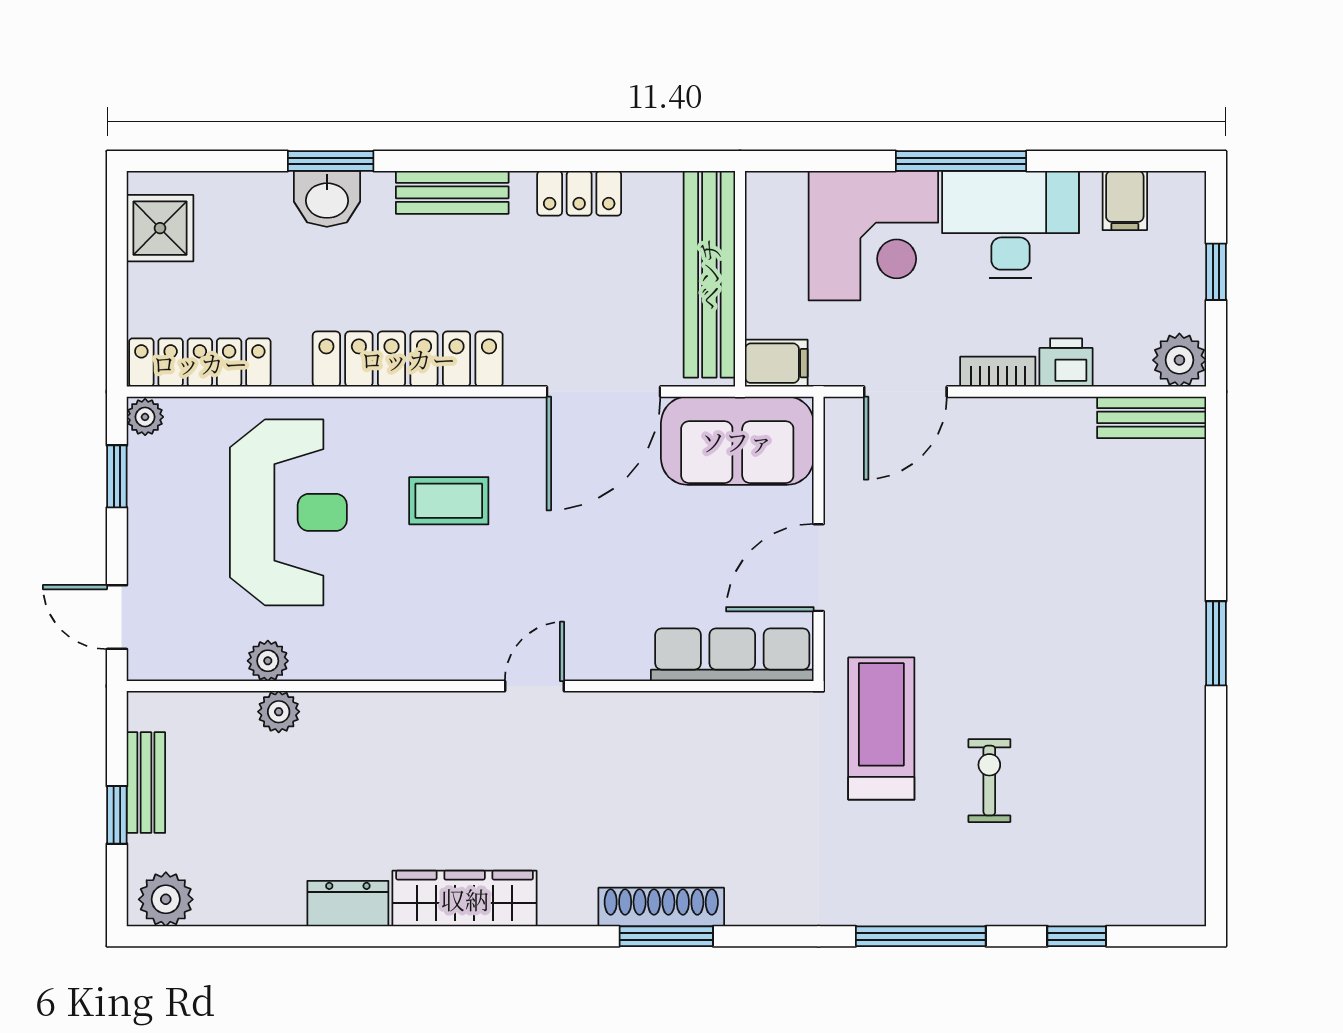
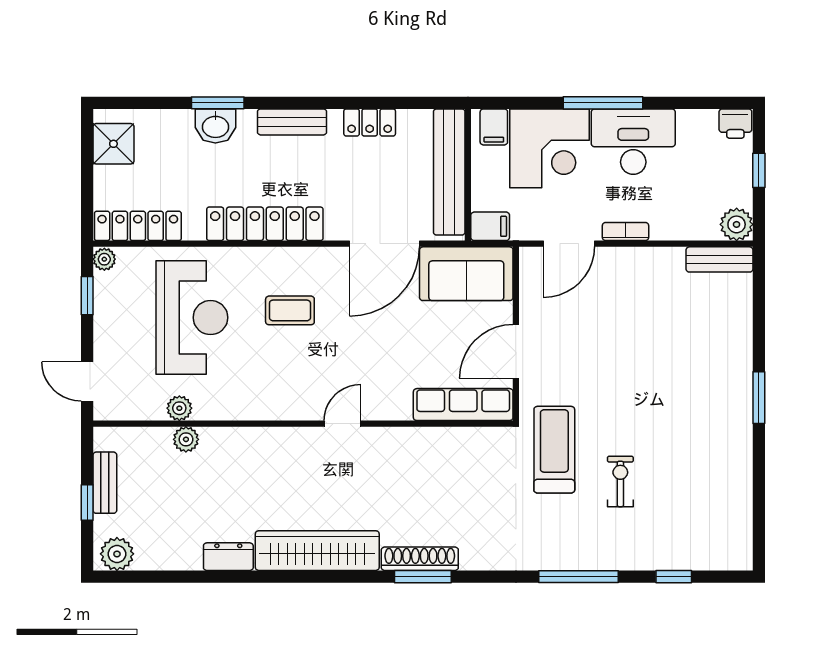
filing cabinet: (1125, 201) -> (494, 127), moved
printer: (1066, 363) -> (735, 124), moved, turned 180
wardrobe: (465, 899) -> (317, 551), width x1.40, depth x1.17

